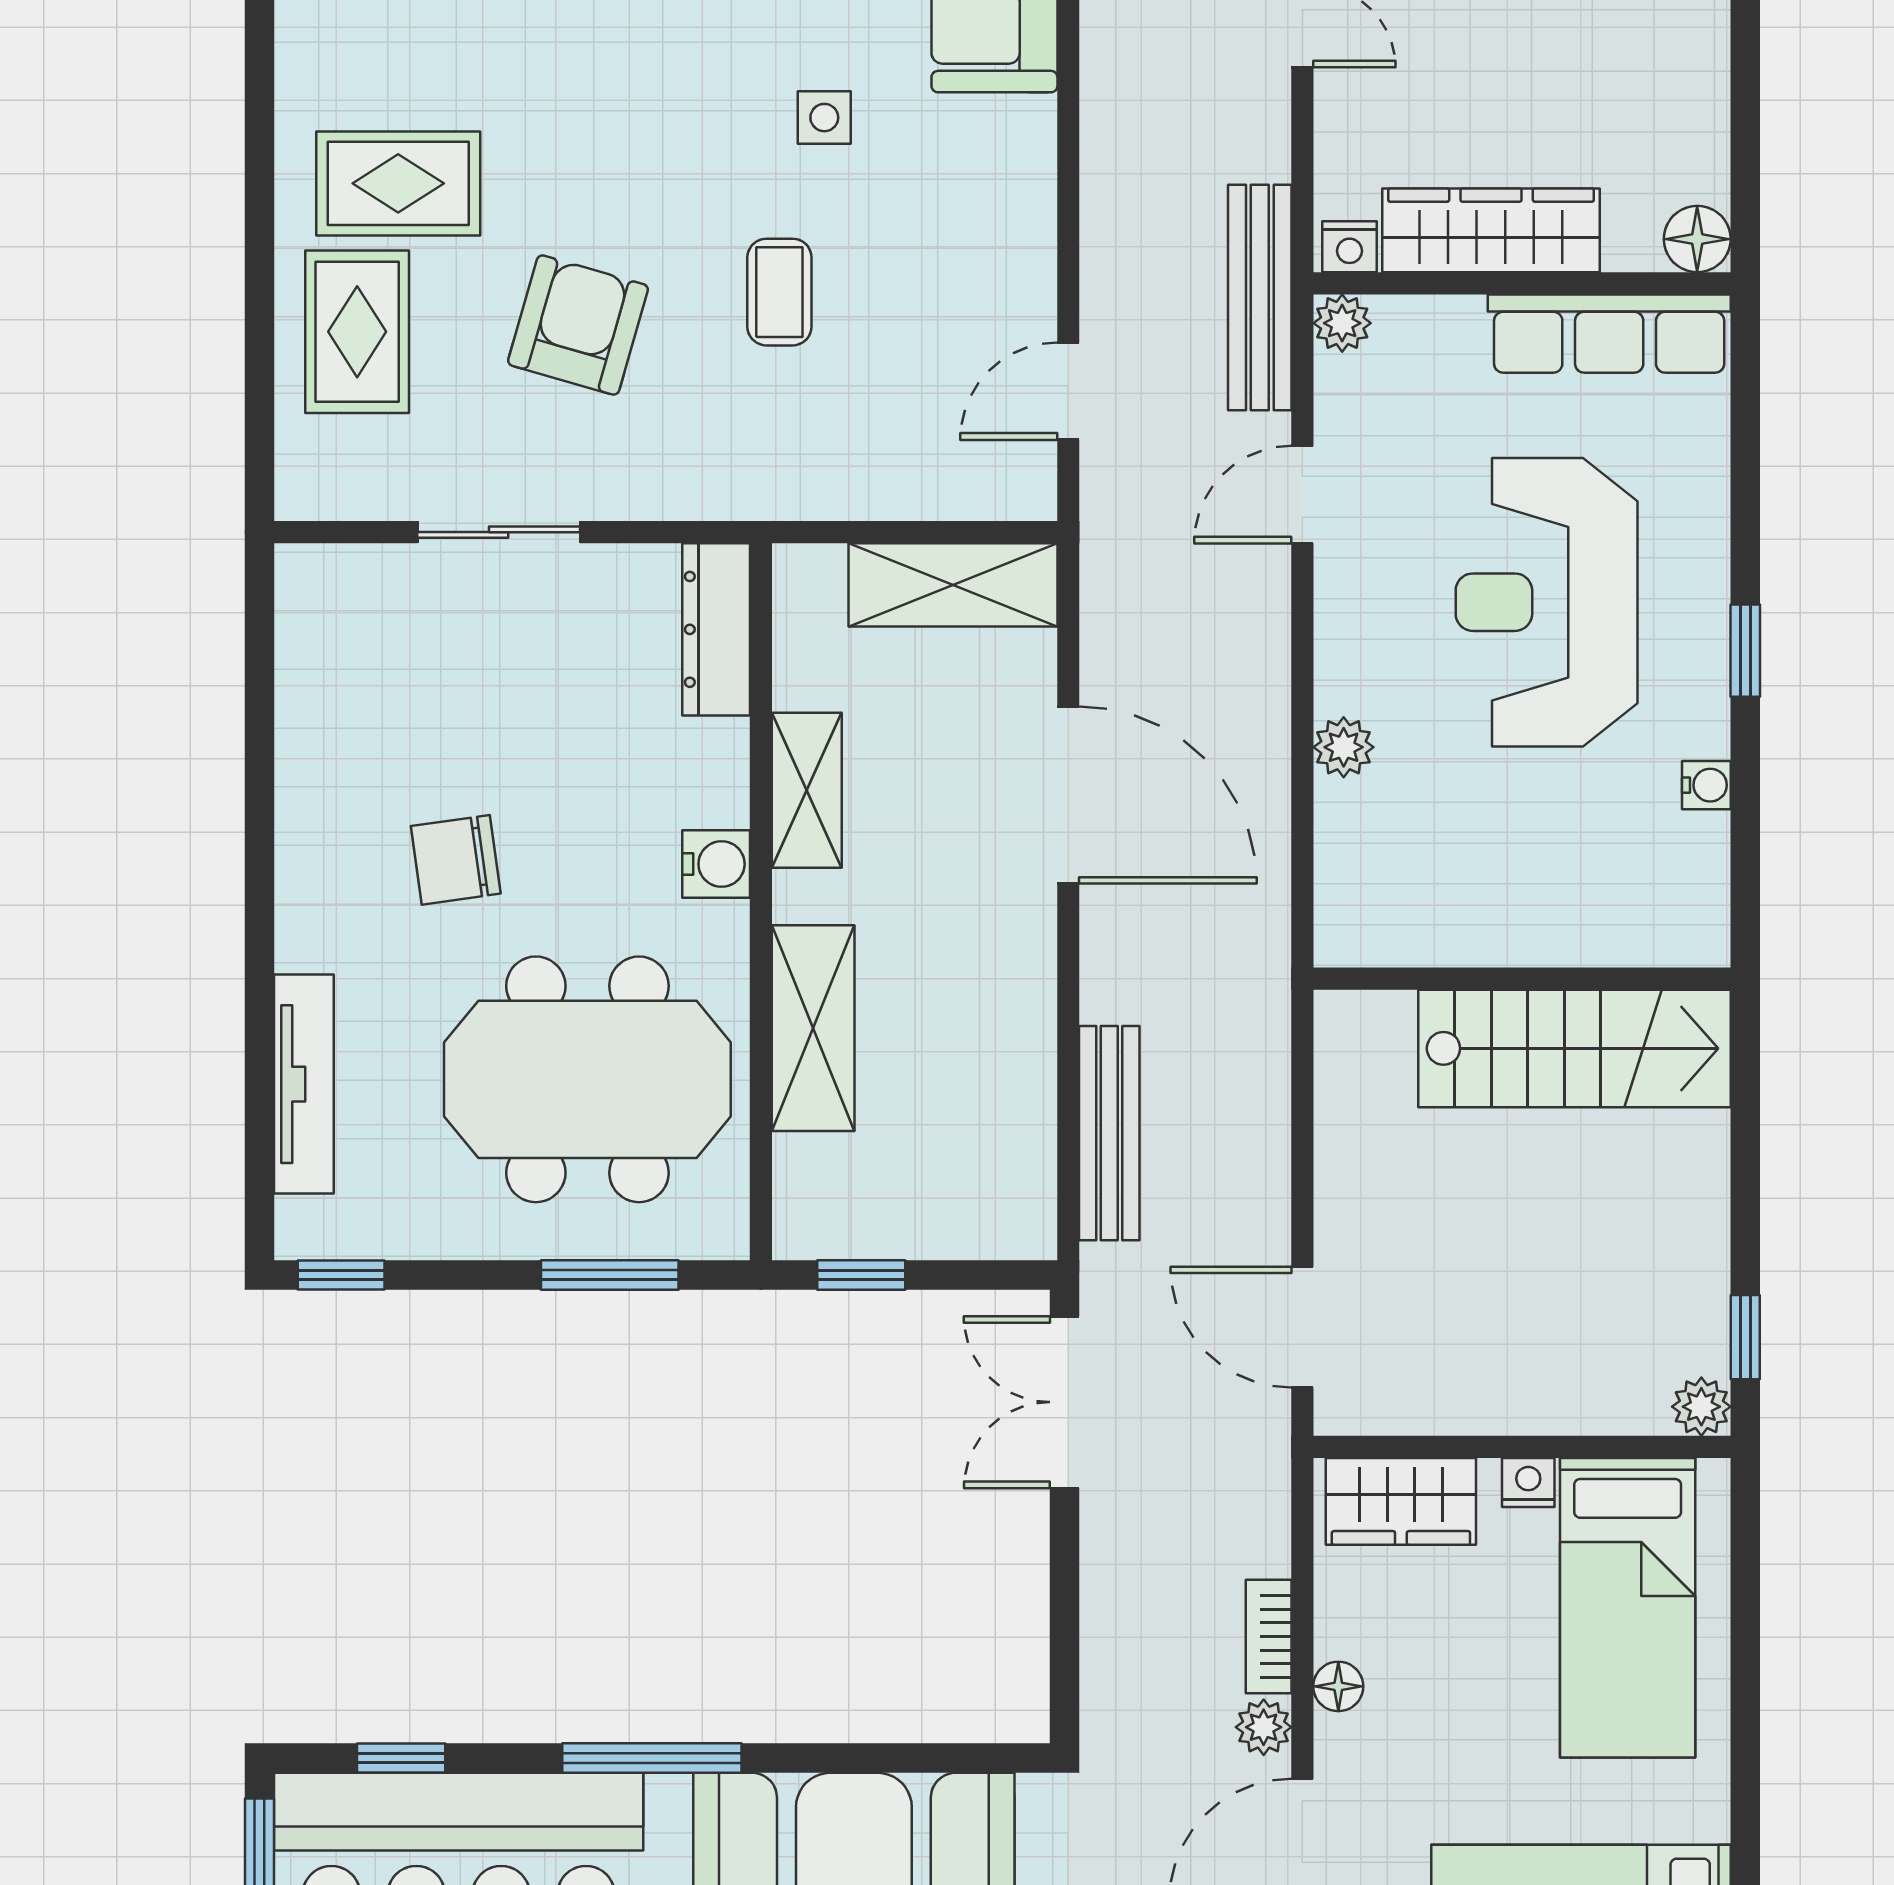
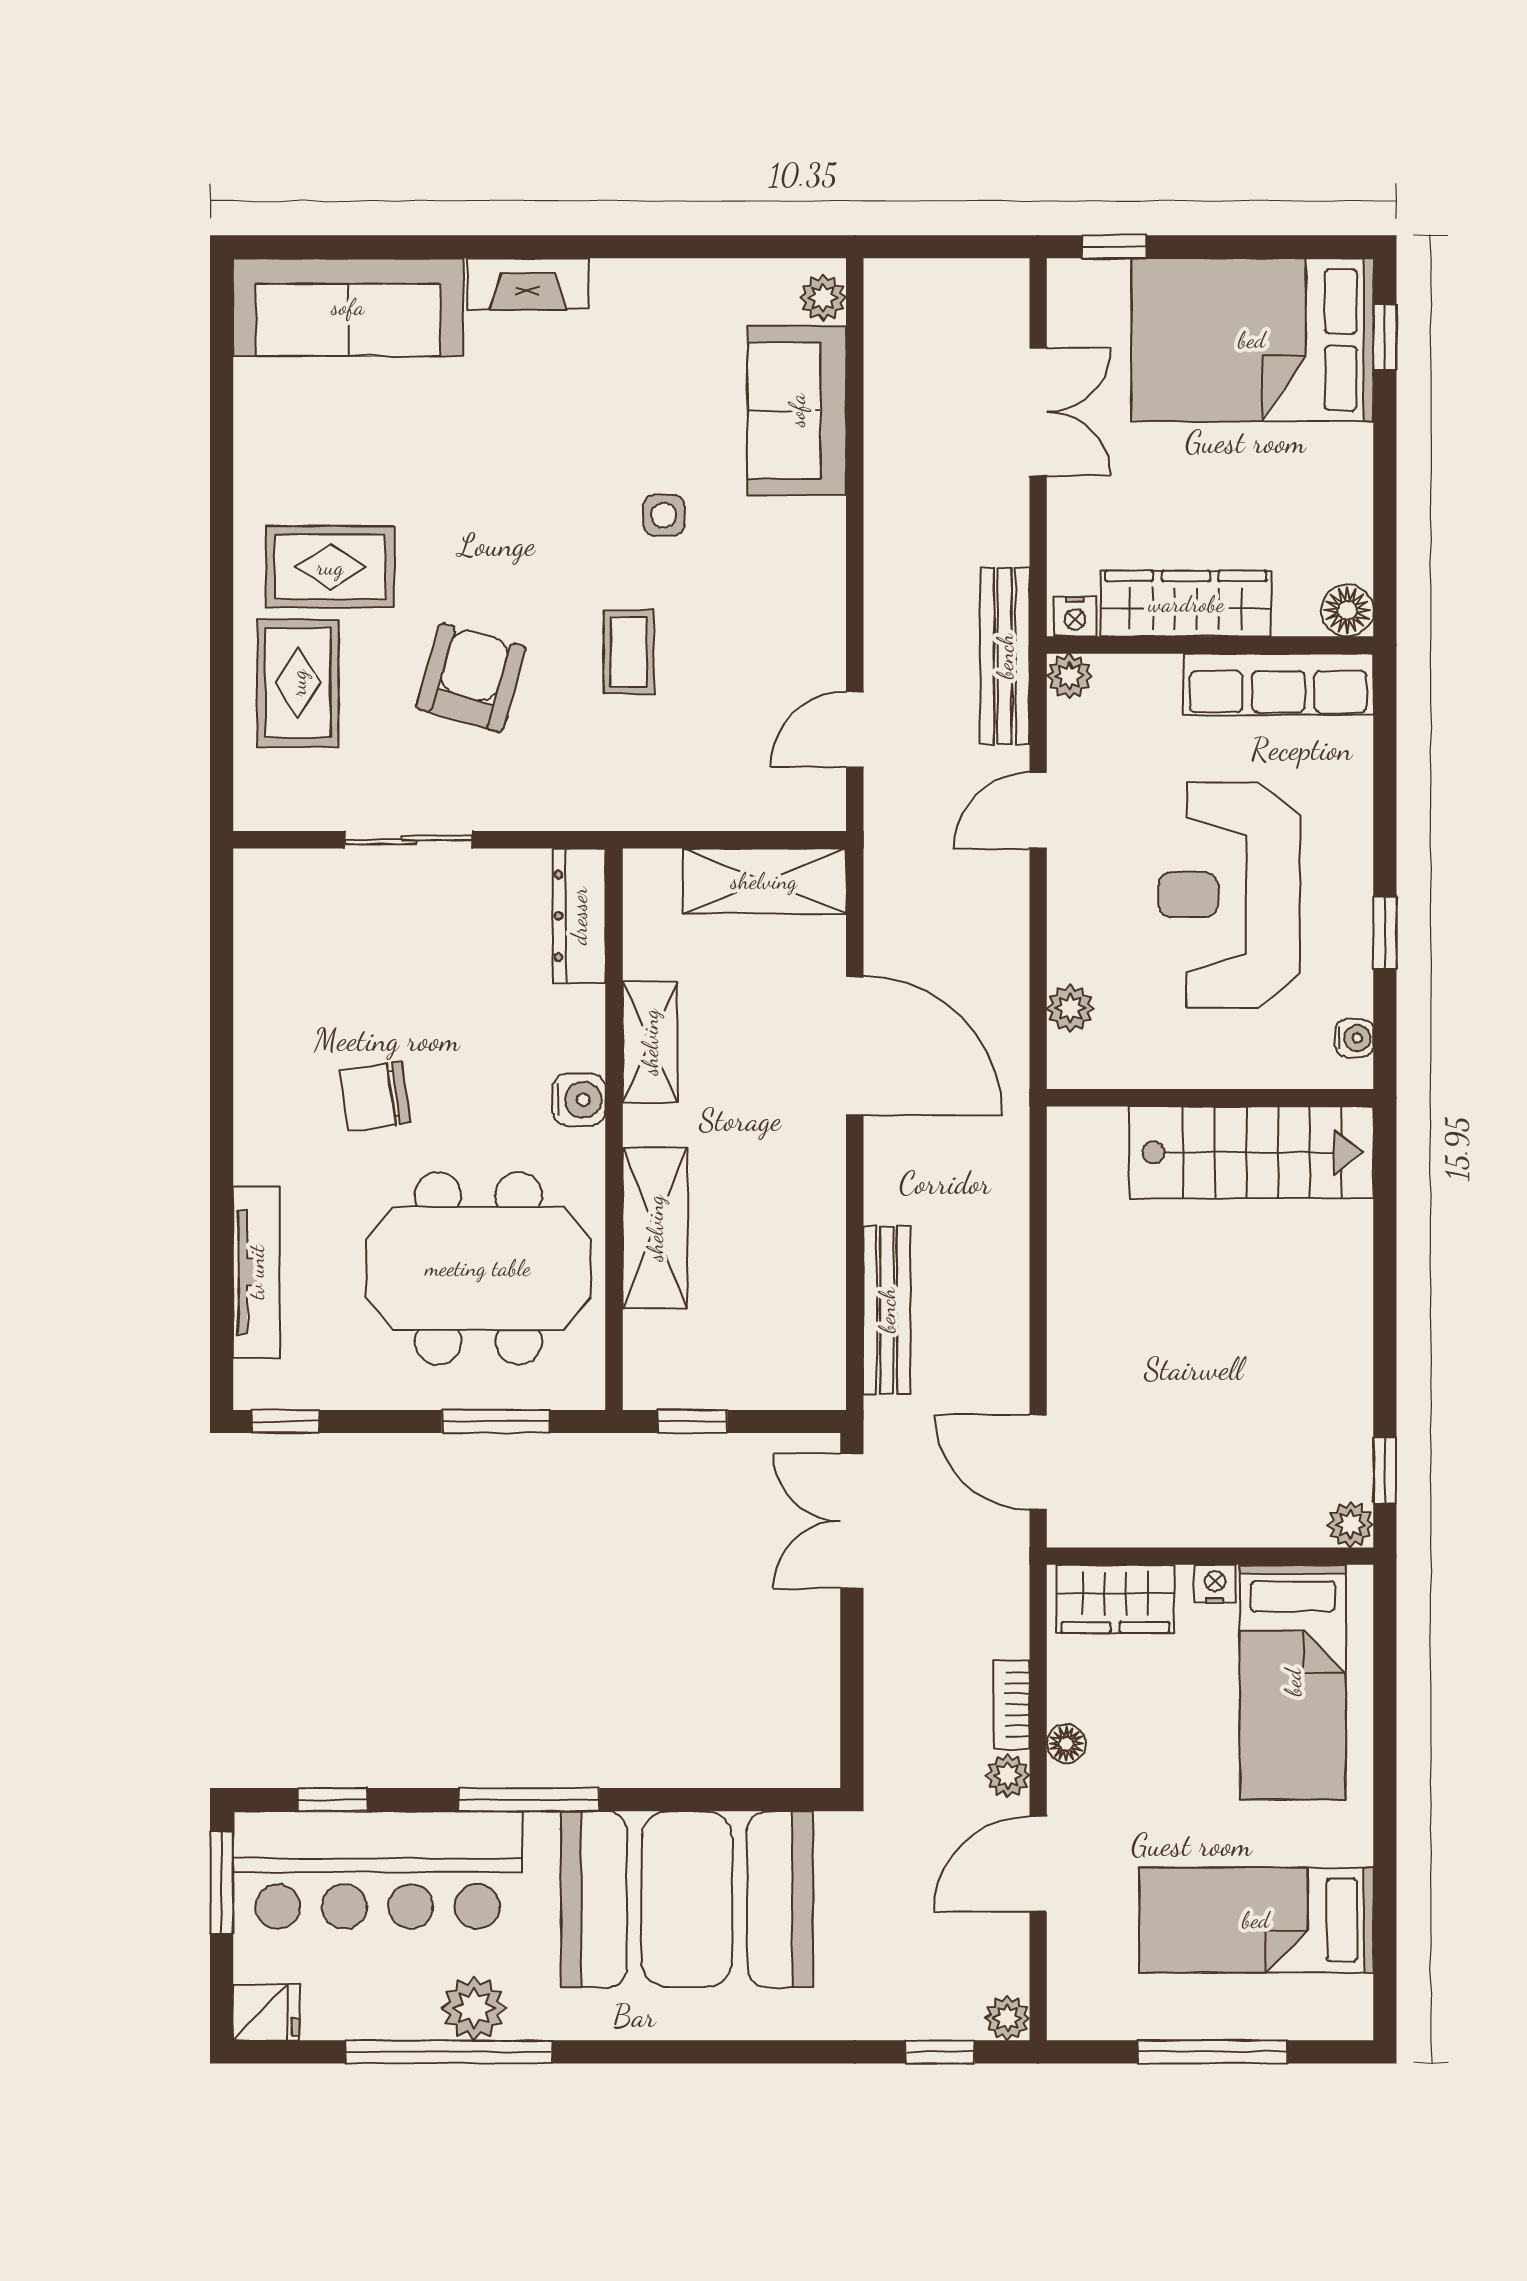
wall: (1522, 979) -> (1210, 1098), moved
stairs: (1575, 1048) -> (1251, 1152), moved

